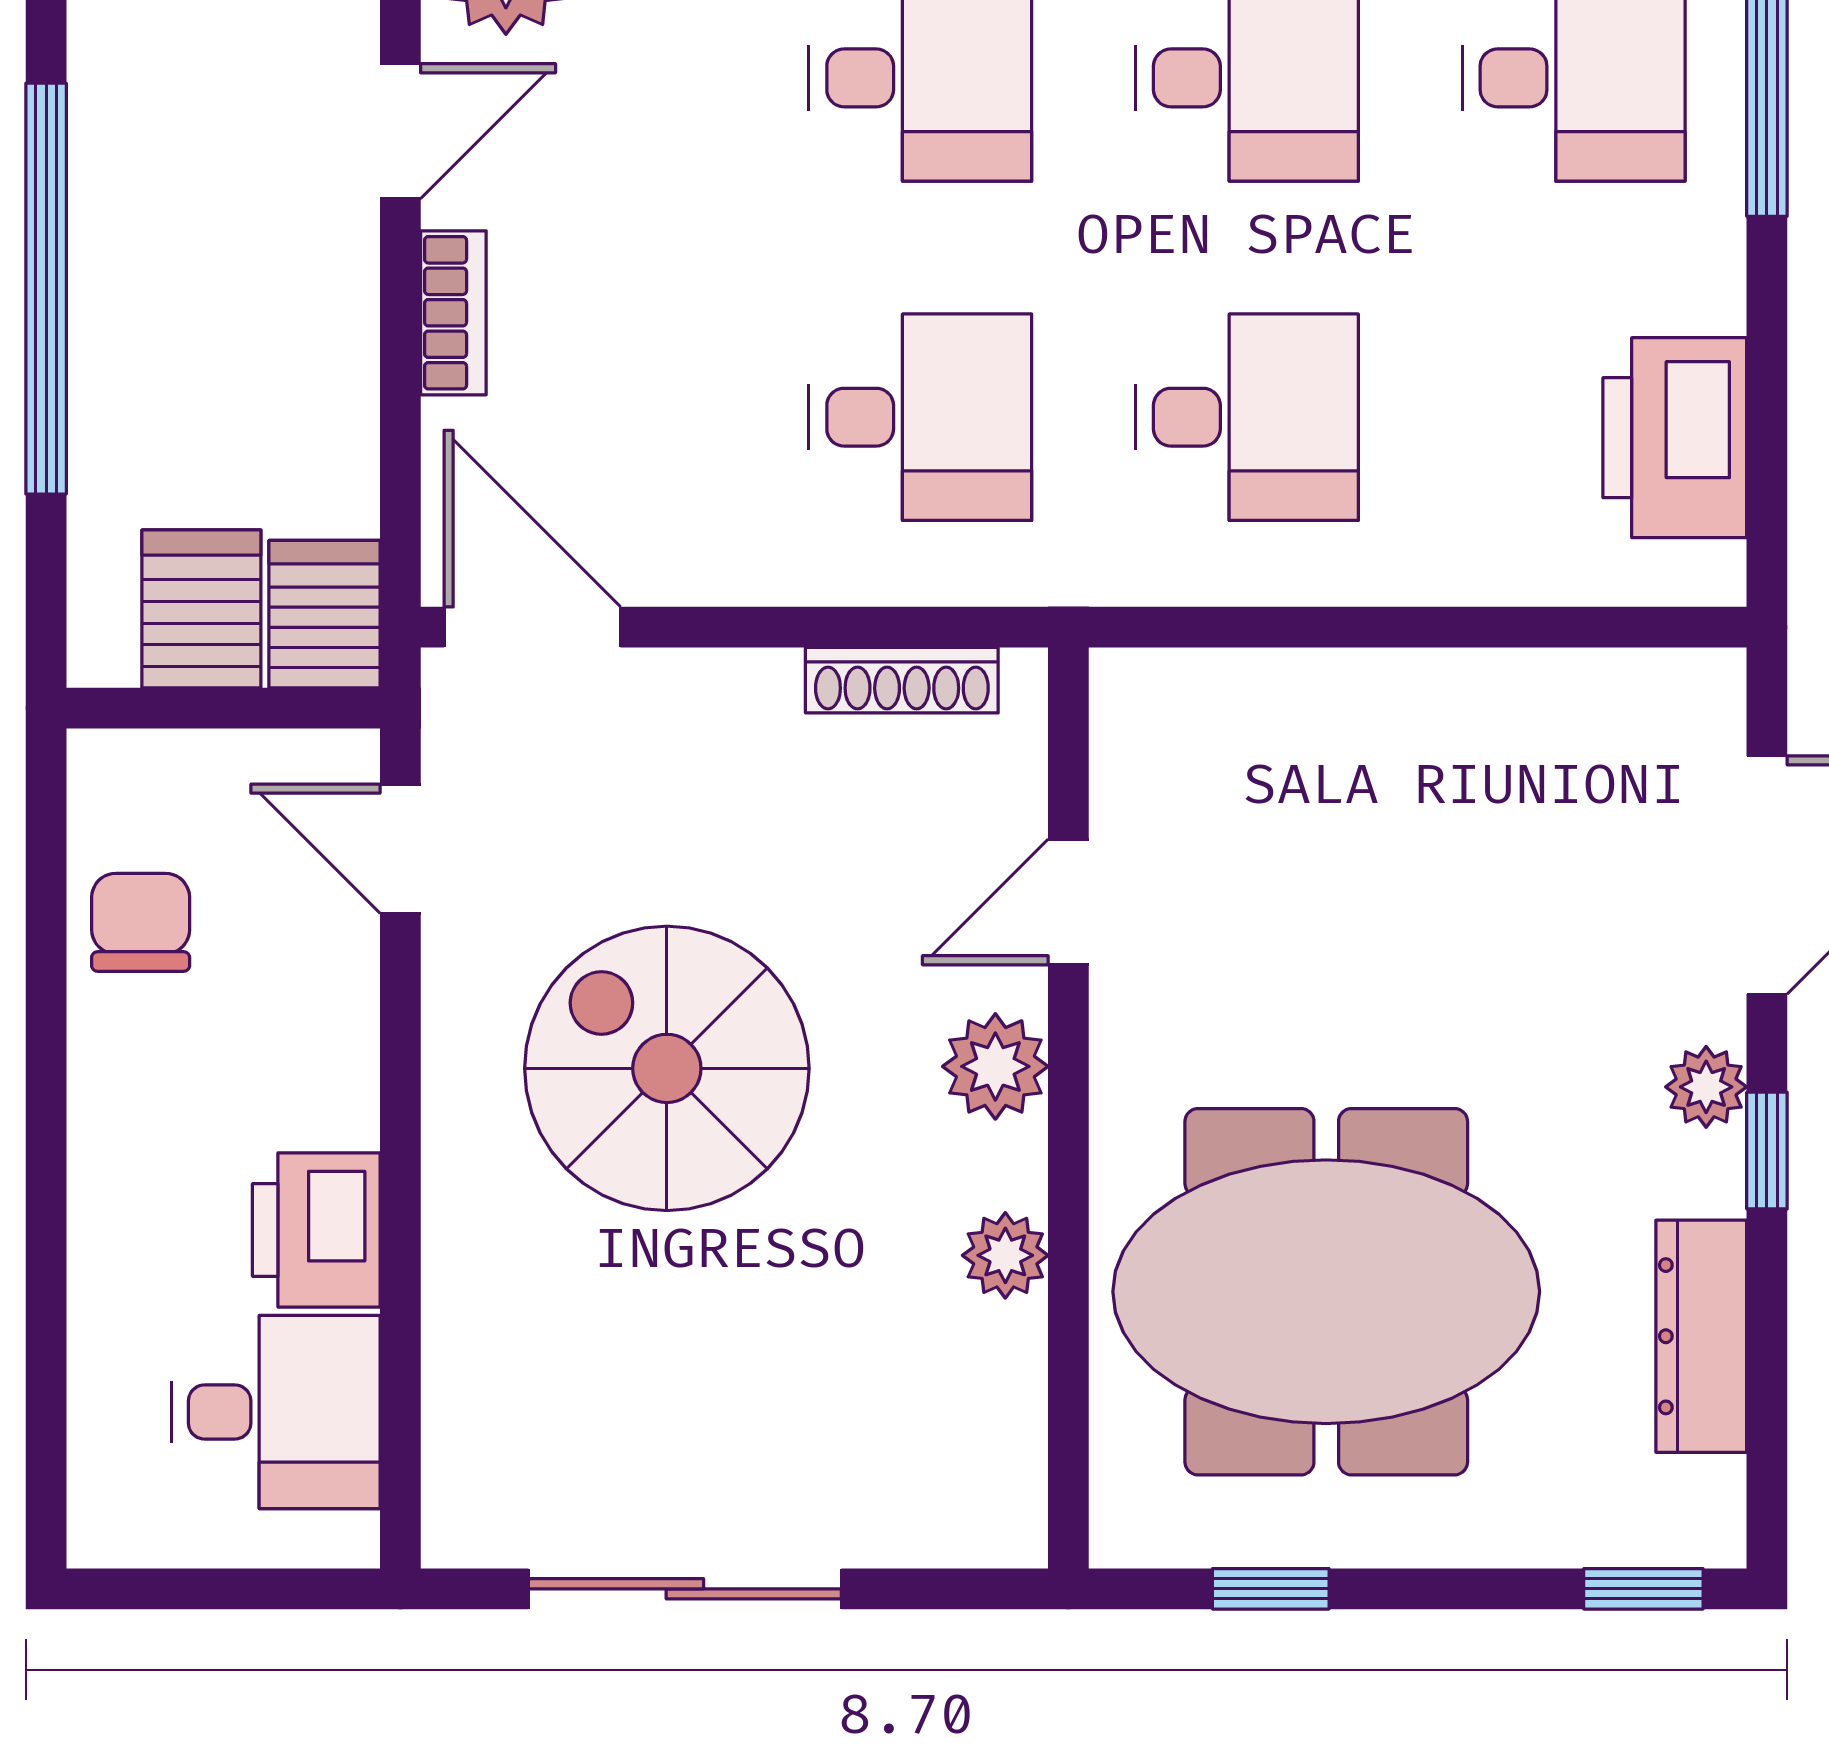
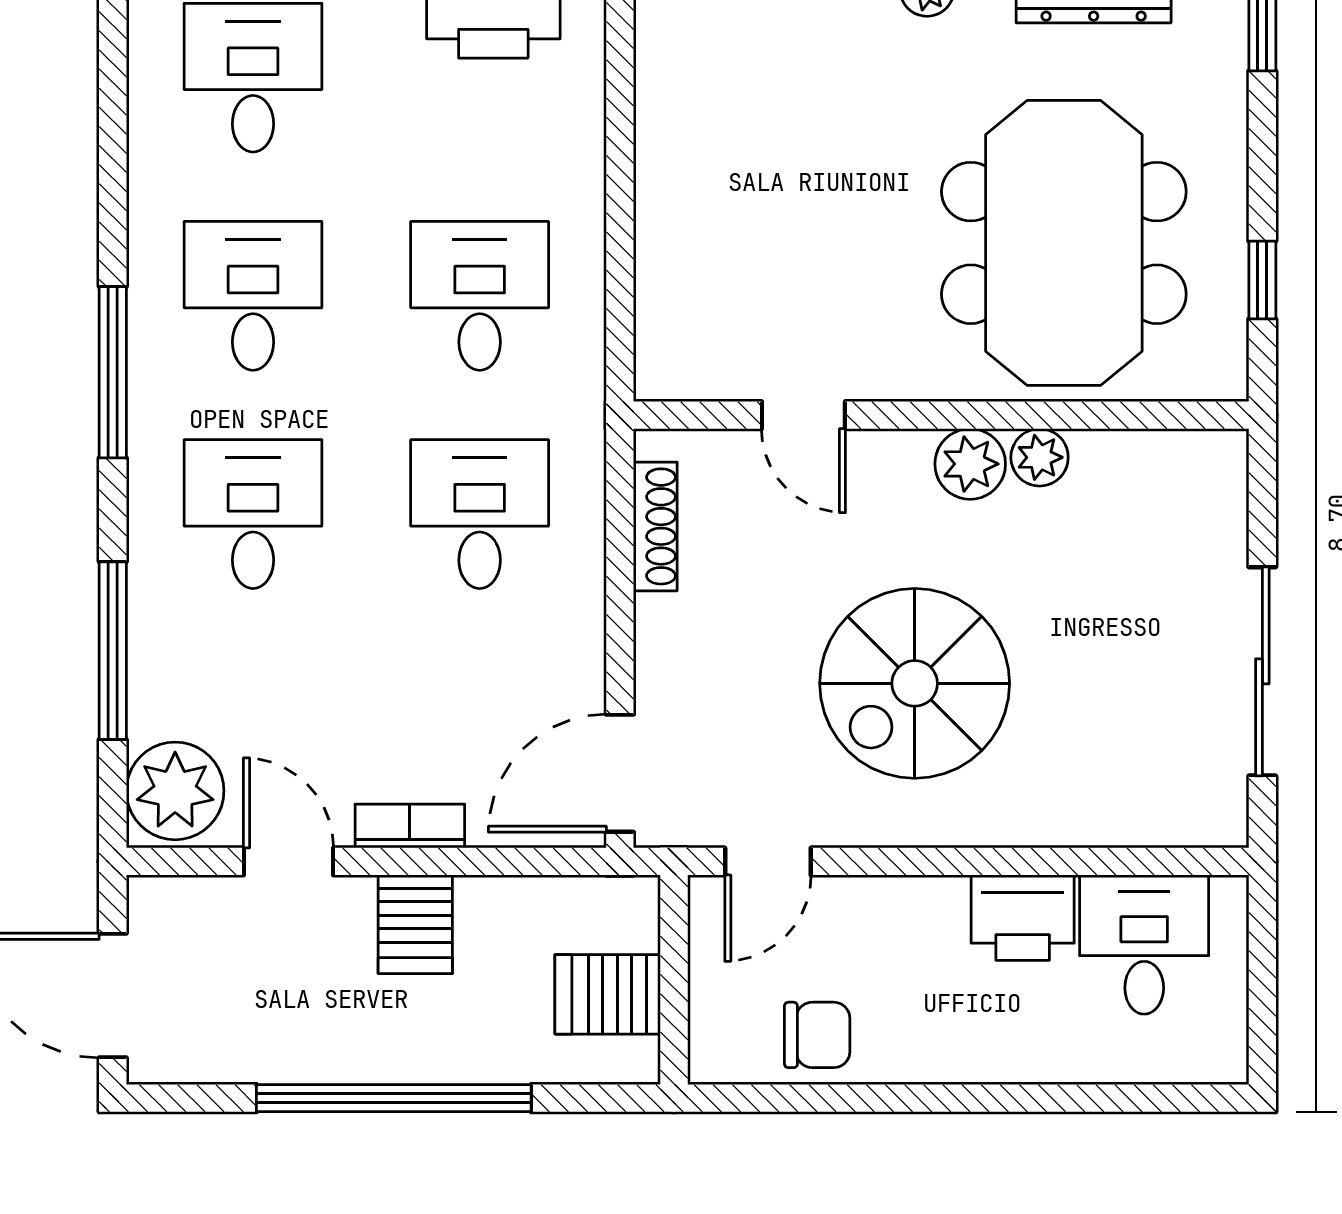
server rack: (325, 614) -> (415, 924), moved, turned -90
chair: (141, 922) -> (817, 1035), turned 180
plant: (995, 1066) -> (970, 464), moved

